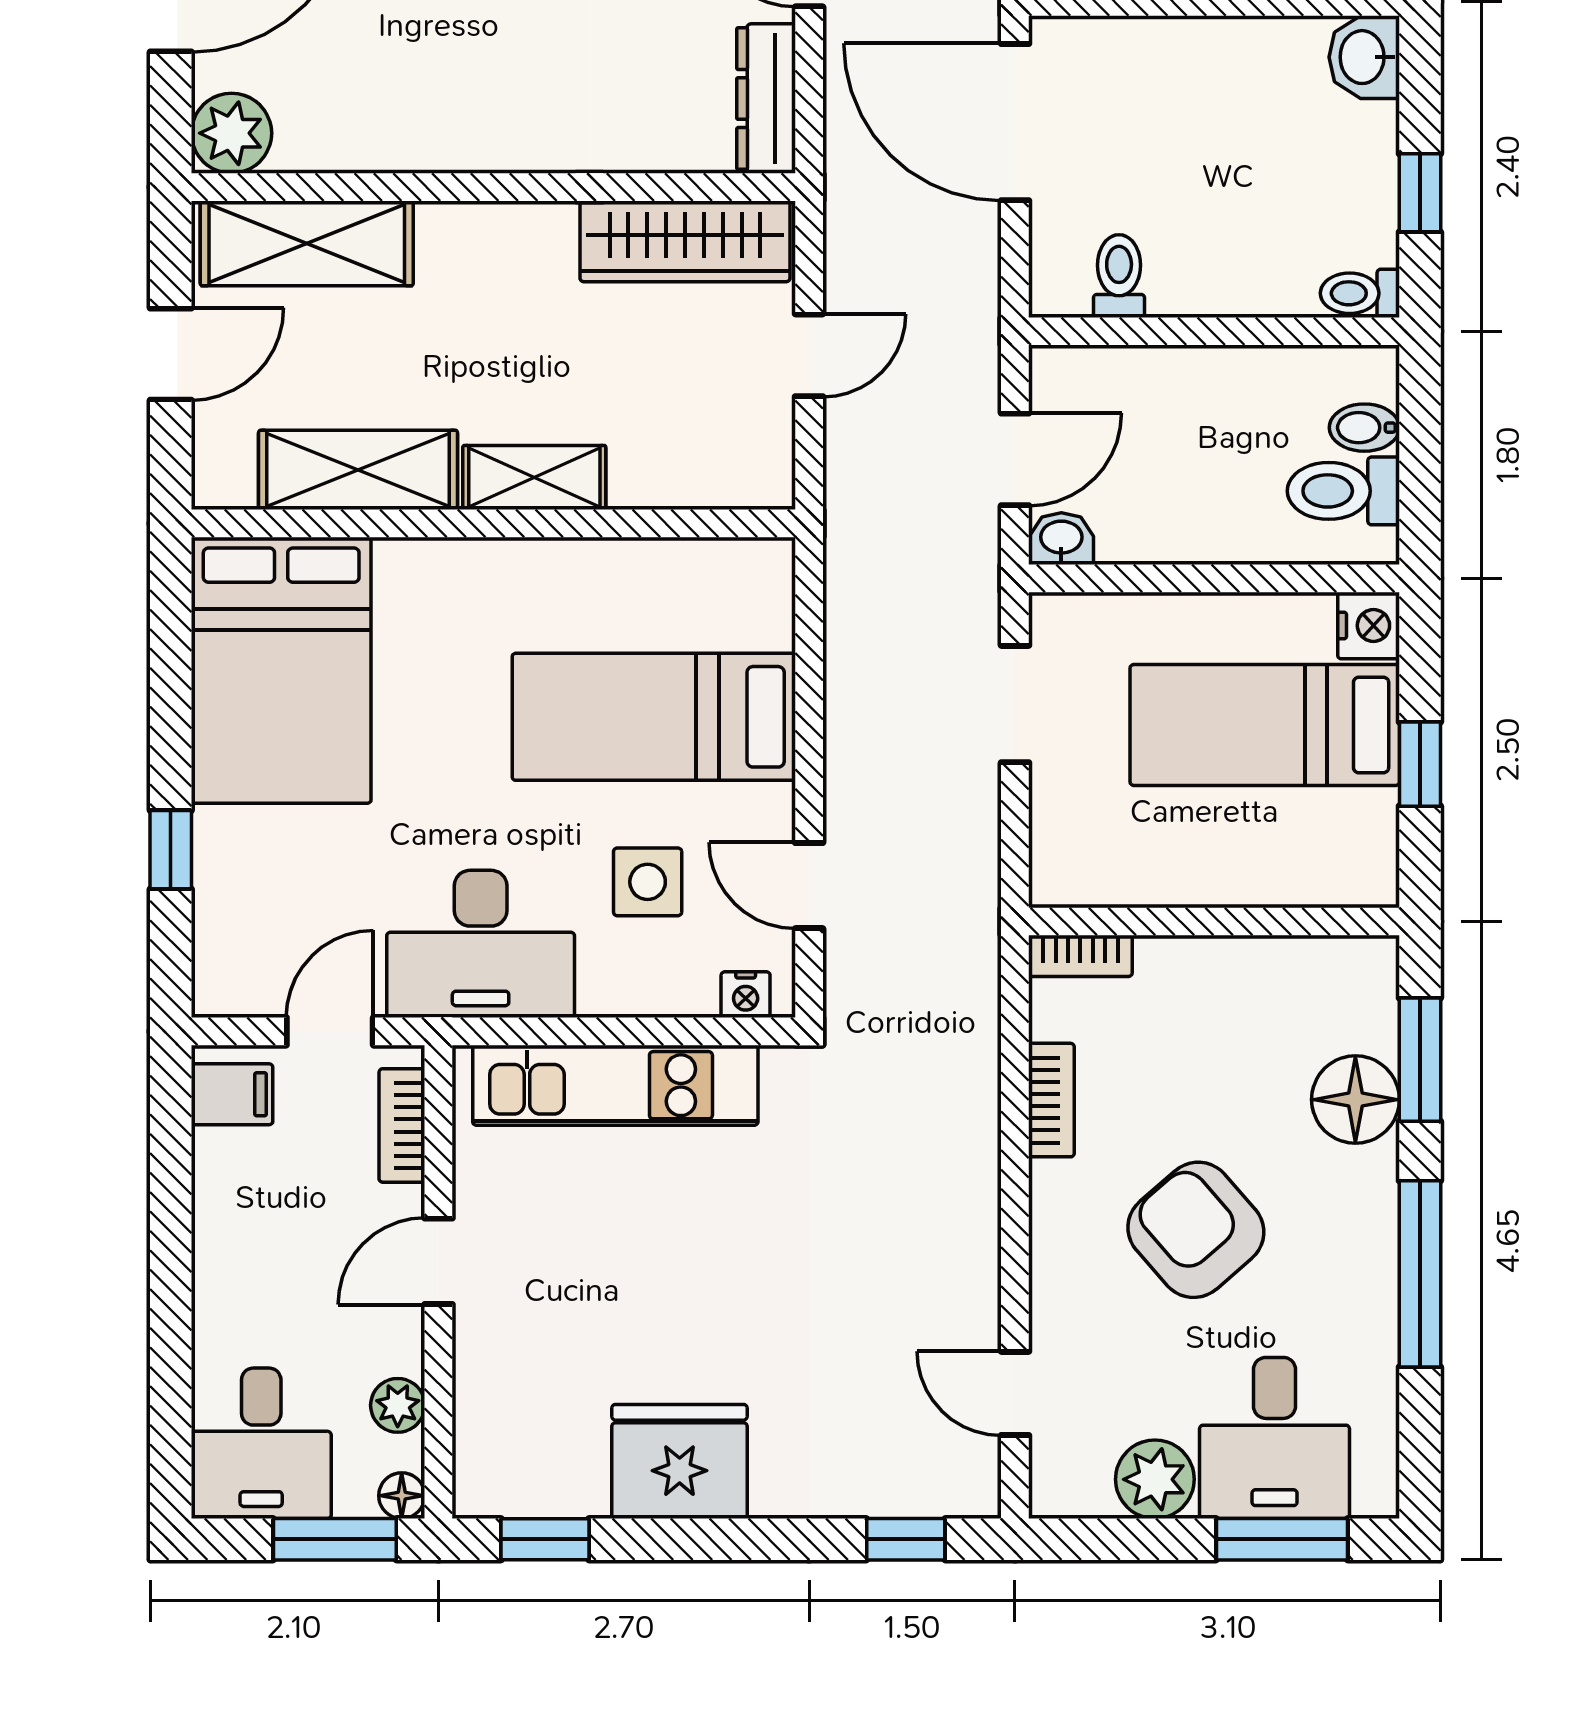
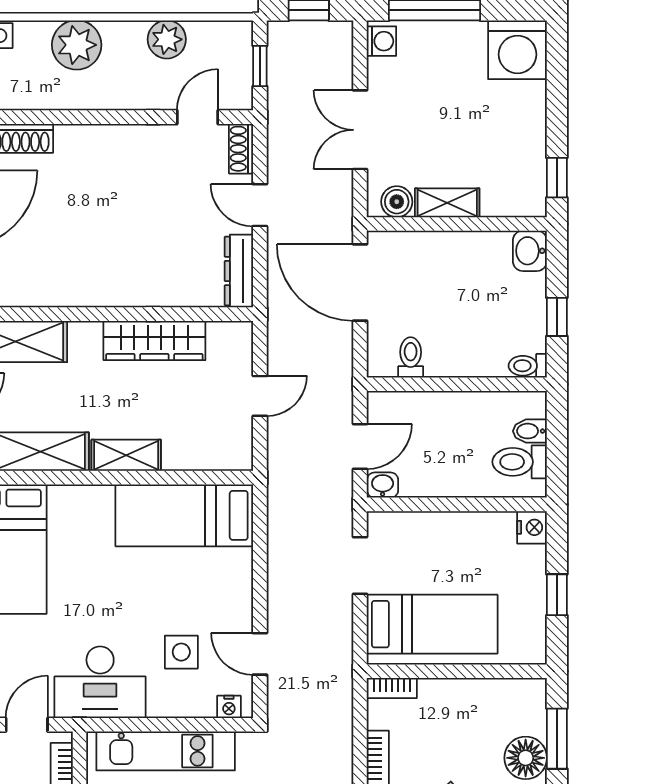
wardrobe: (685, 241) -> (154, 340), moved
bed: (654, 717) -> (184, 515), moved
bed: (1265, 725) -> (432, 624), moved, turned 180

